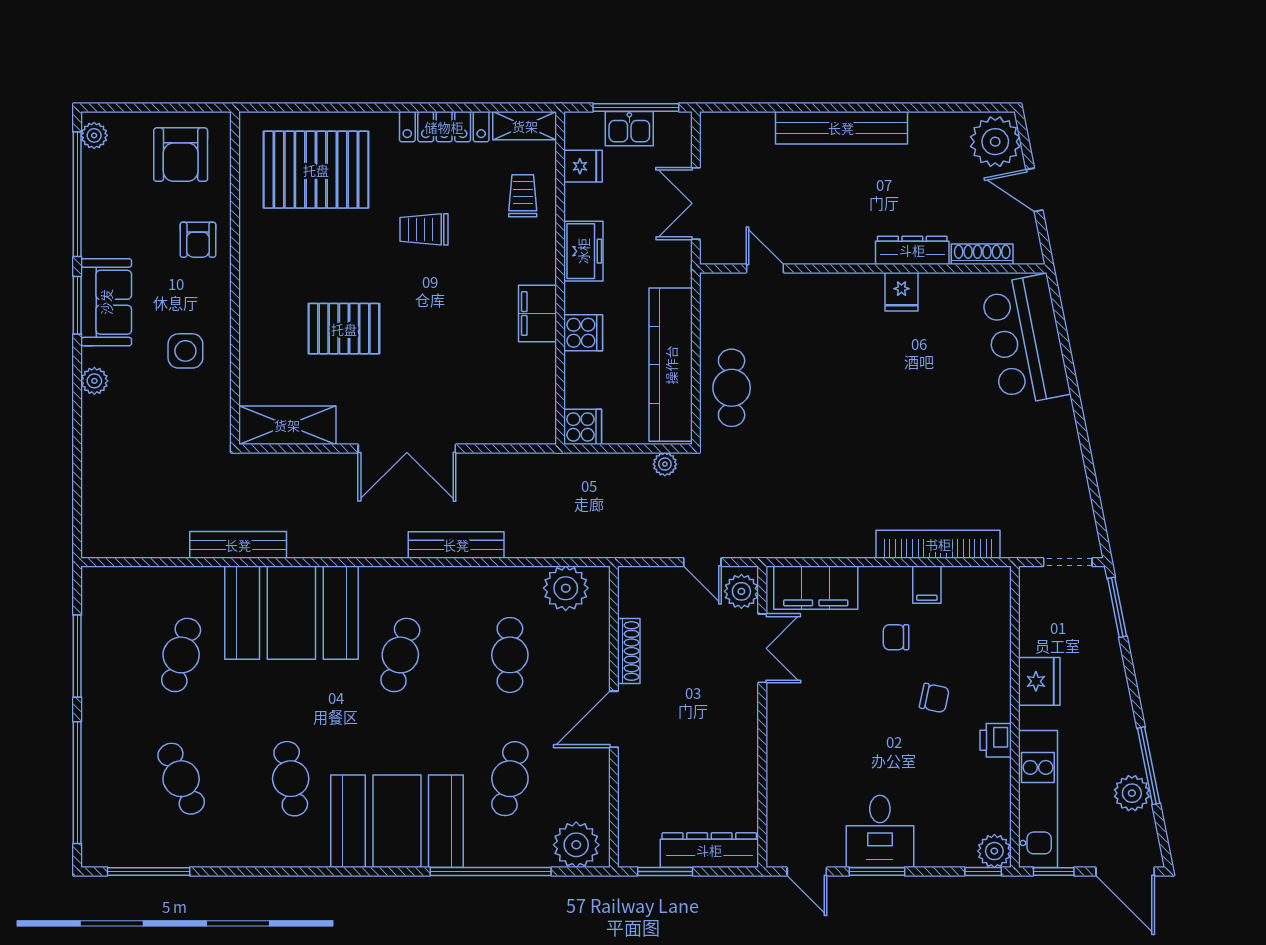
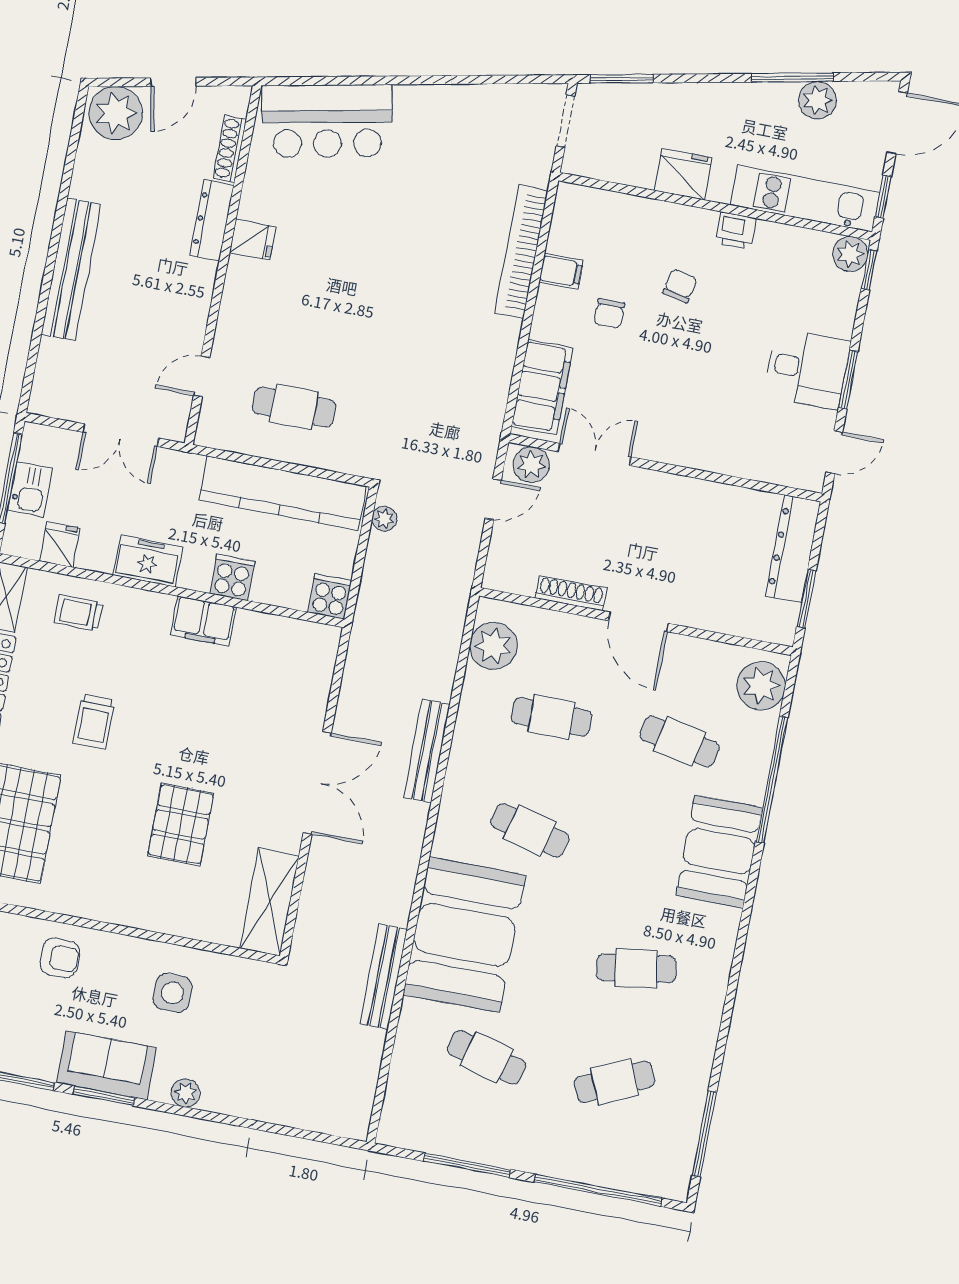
cafe table: (732, 388) -> (294, 407), moved
booth: (397, 821) -> (719, 851), width x0.73, depth x0.70

